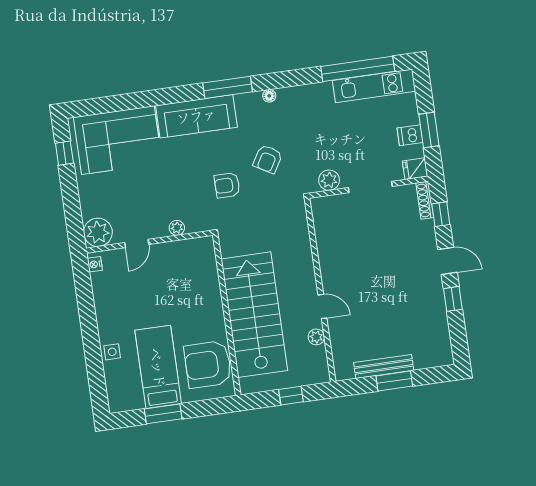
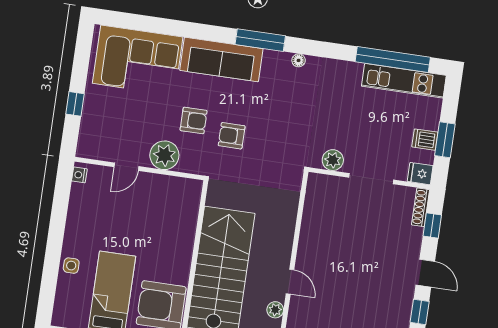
window: (64, 153) -> (75, 104), moved
armchair: (268, 159) -> (194, 120), moved, turned -120
plant: (177, 228) -> (164, 155), width x1.87, depth x1.87
plant: (98, 232) -> (92, 145), removed

